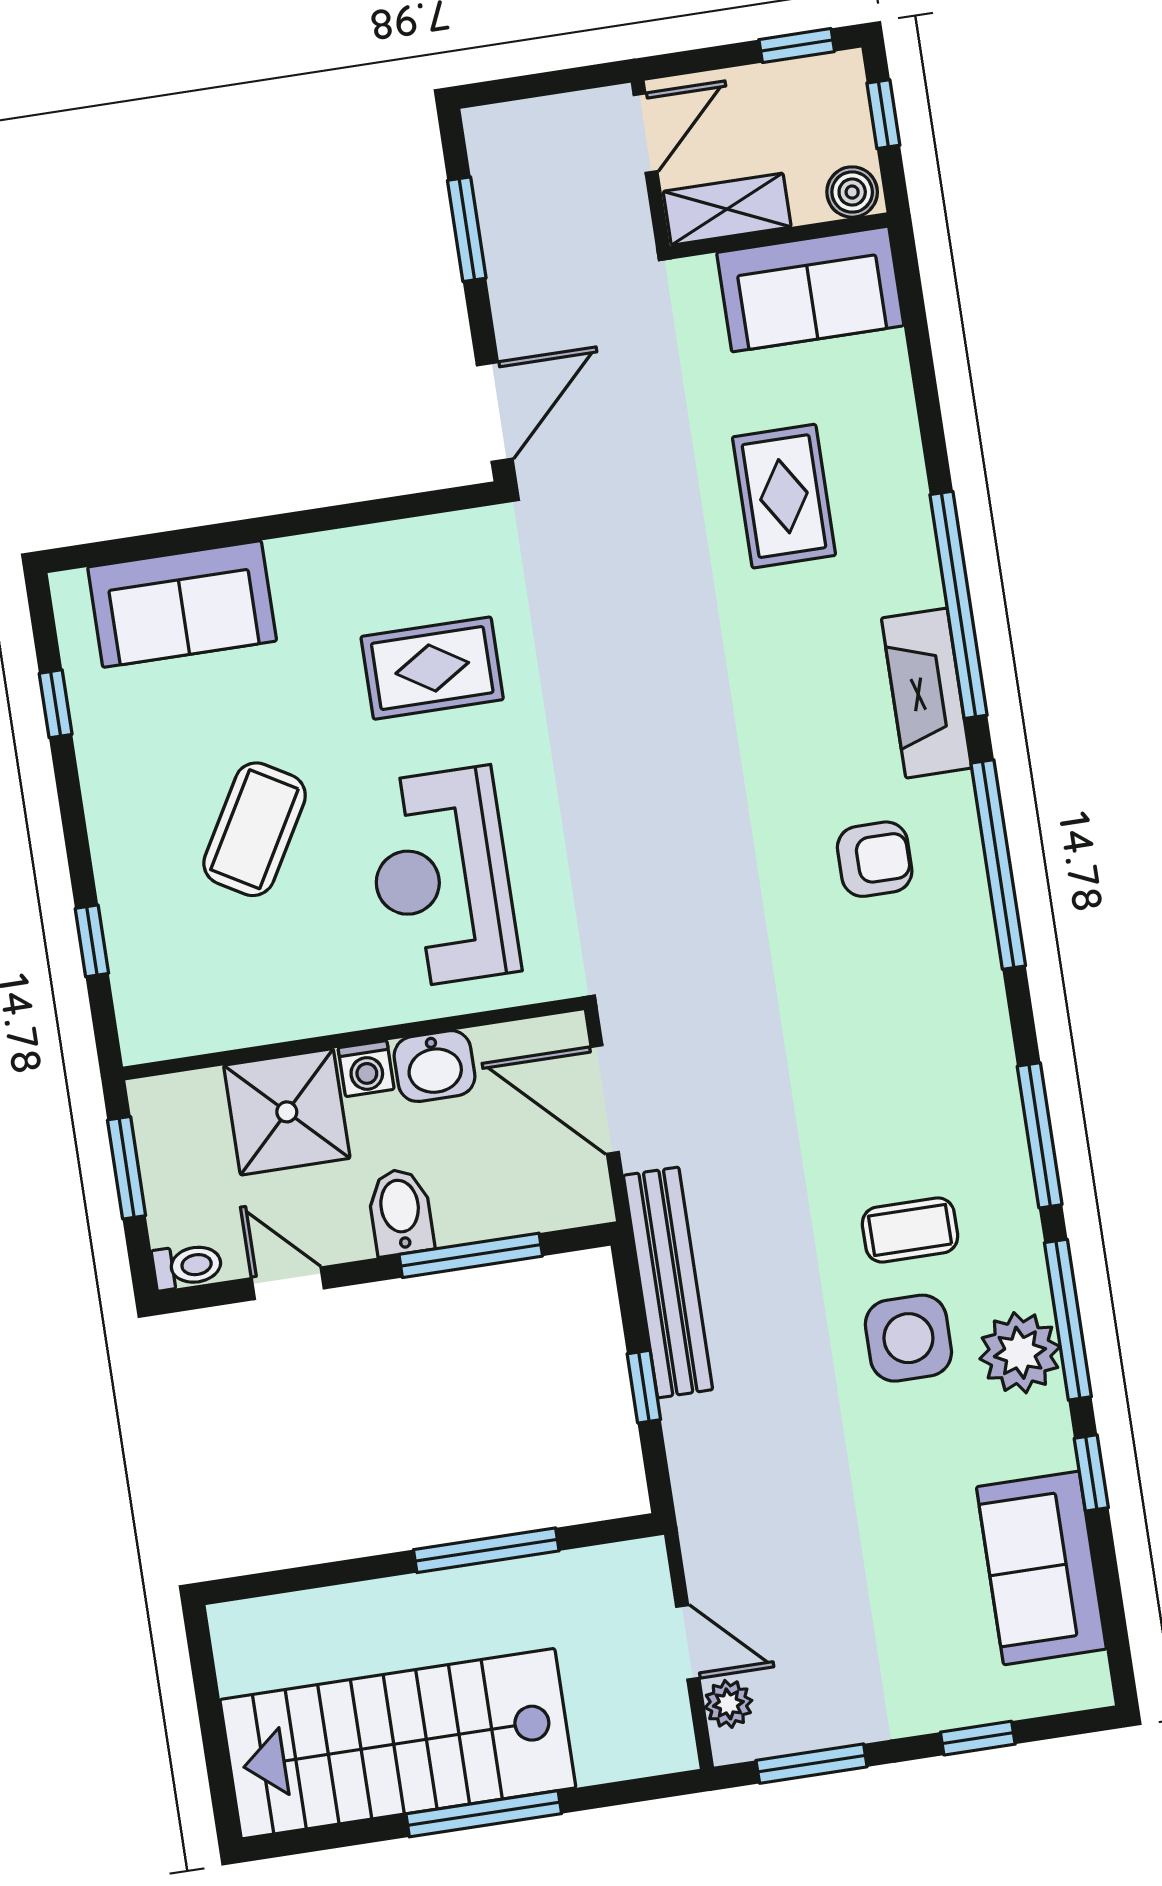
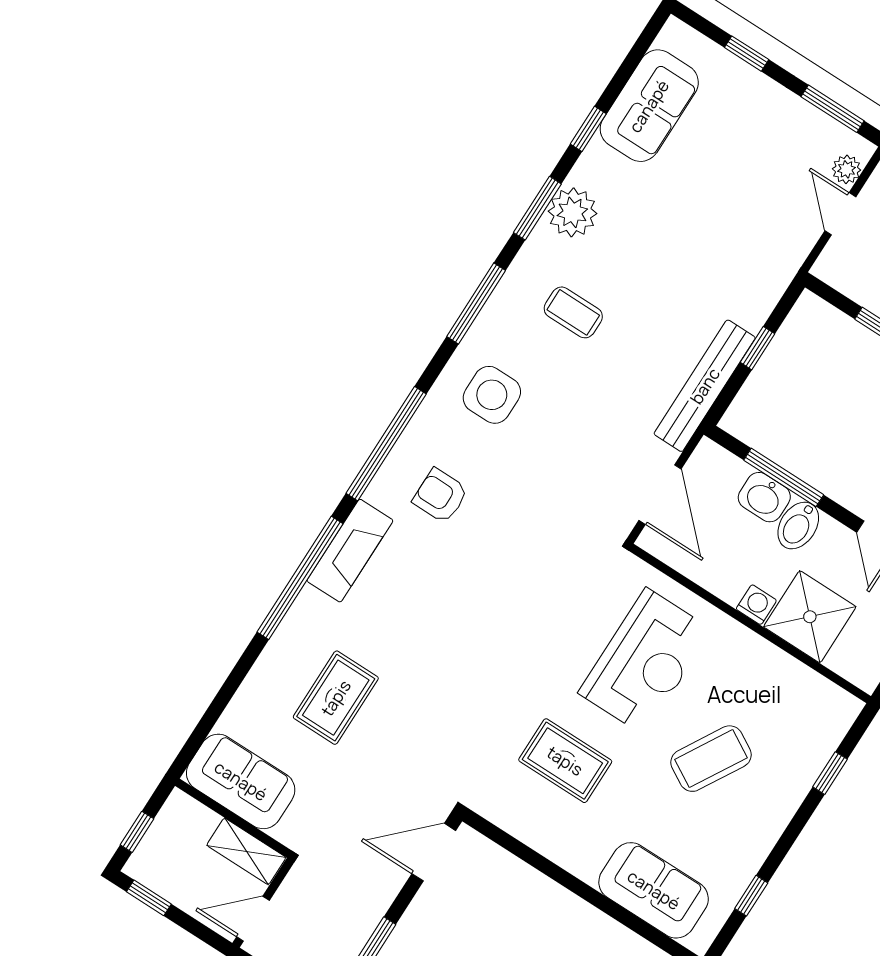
boiler: (852, 192) -> (182, 809), removed
washbasin: (434, 1066) -> (764, 497), moved, turned 180
window: (1068, 1320) -> (537, 208), width x0.69
side table: (908, 1338) -> (492, 395), moved

